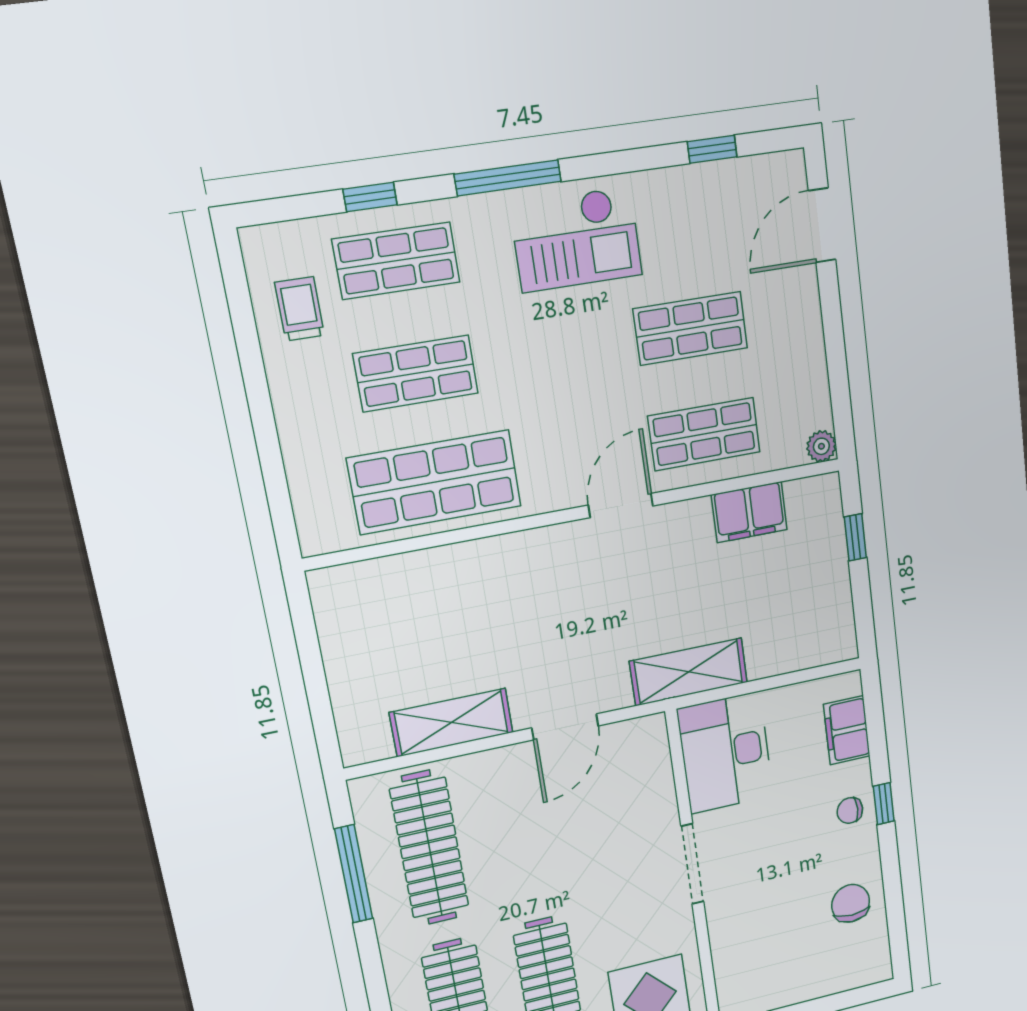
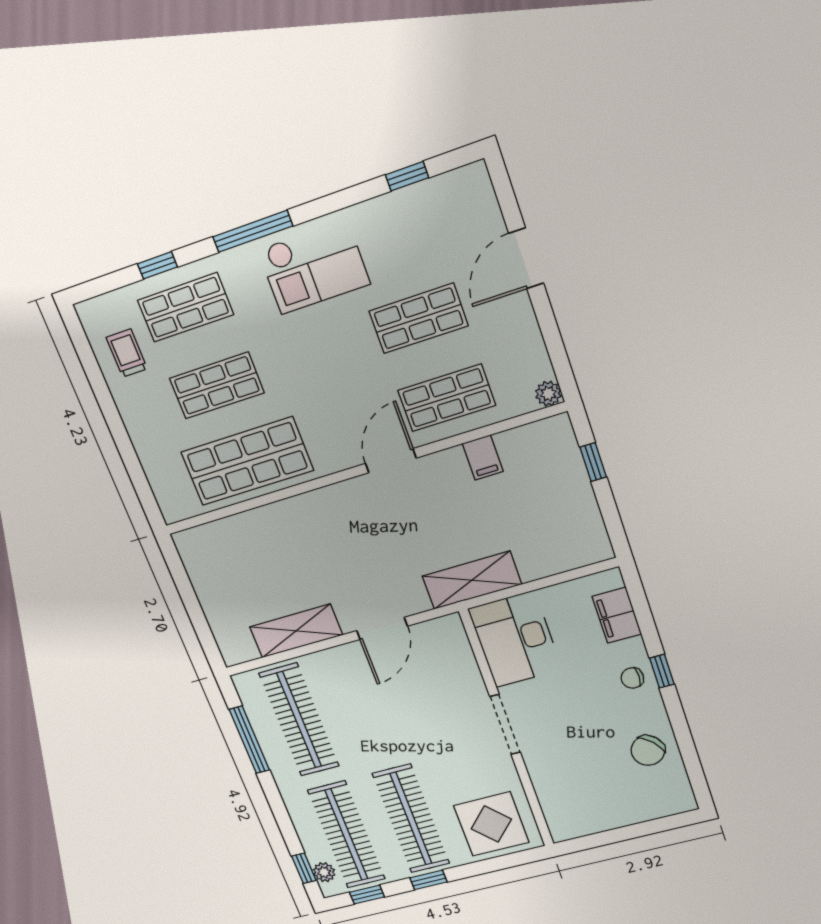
door: (822, 225) -> (526, 258), moved
filing cabinet: (749, 512) -> (483, 458), width x0.50
chair: (851, 903) -> (648, 750), turned -133

